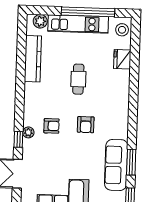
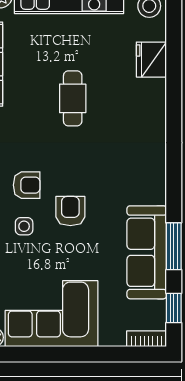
armchair: (86, 125) -> (70, 211), moved, turned 180
side table: (49, 148) -> (24, 226), added

